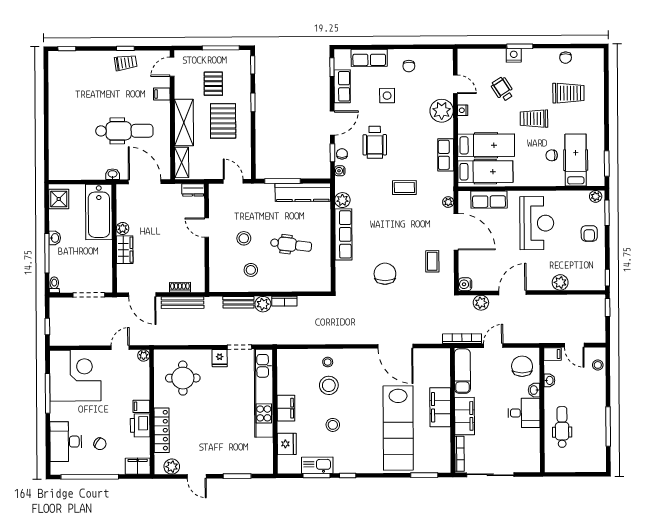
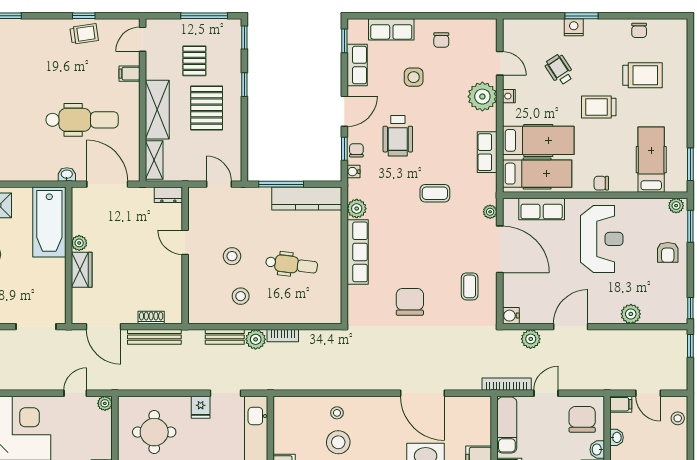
chair: (552, 155) -> (601, 183), moved

